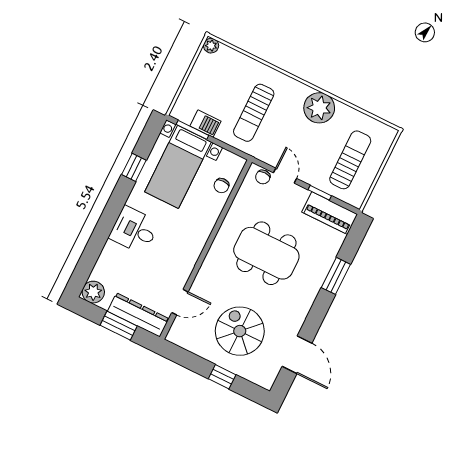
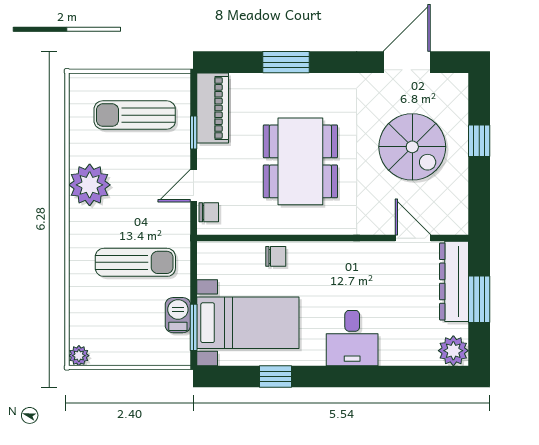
chair: (221, 186) -> (276, 256), moved
spiral stairs: (240, 331) -> (412, 147), turned -90

